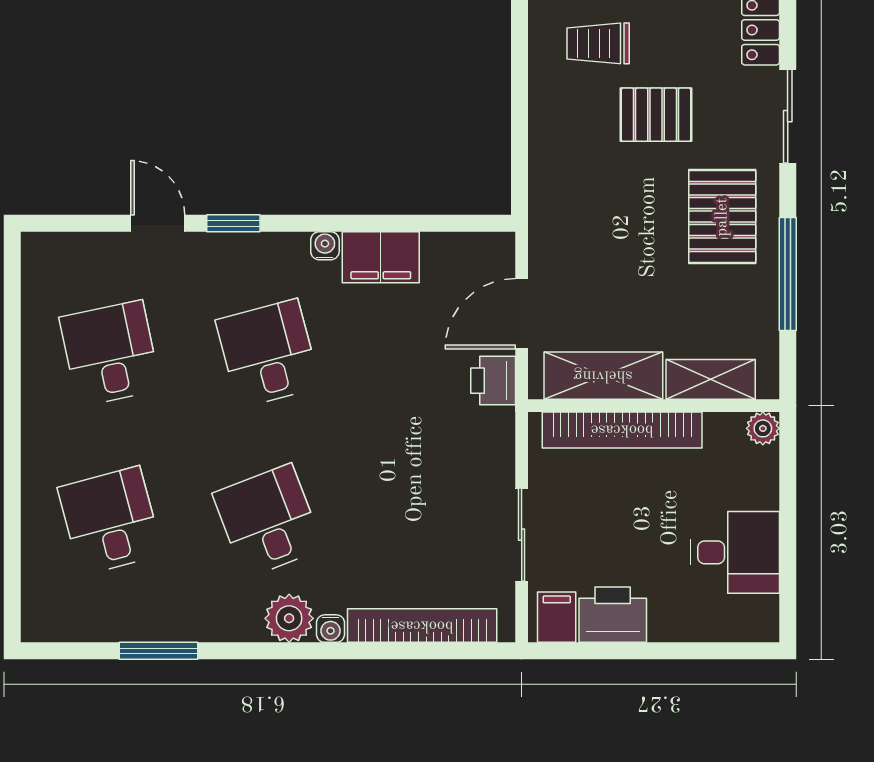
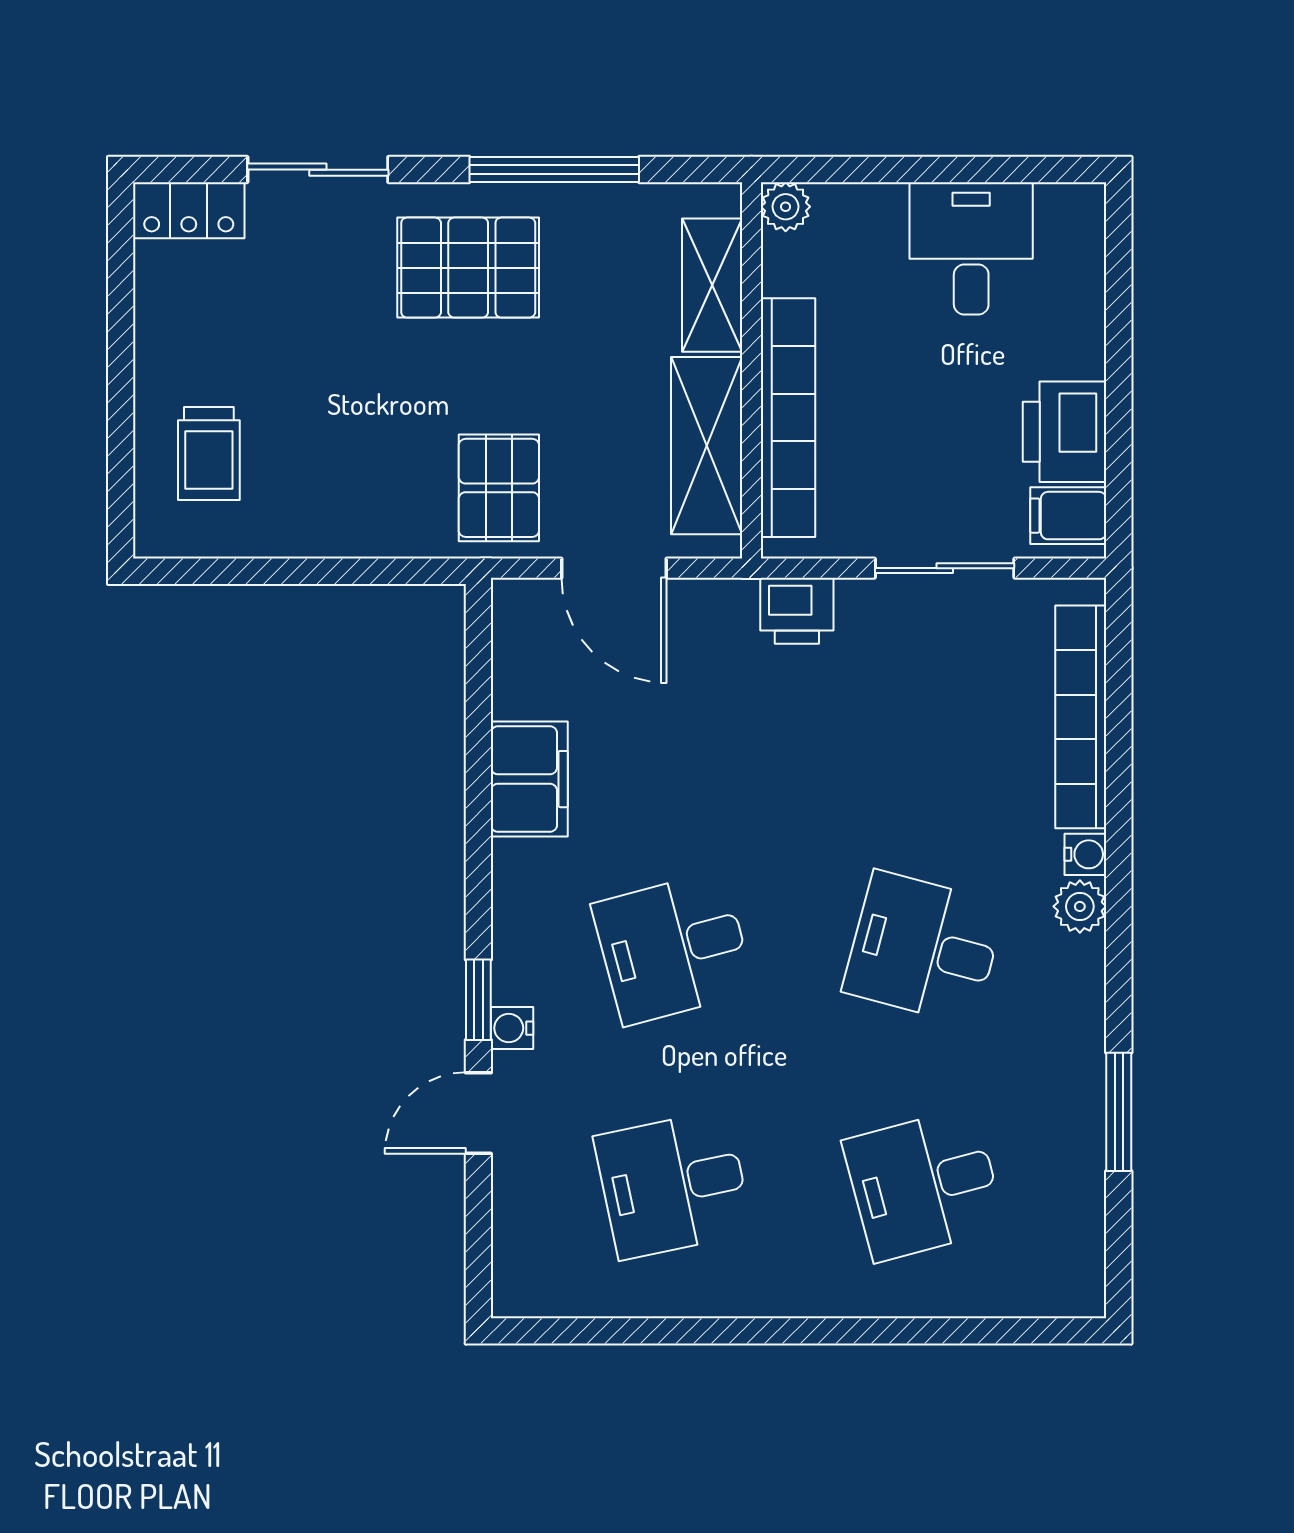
pallet: (656, 115) -> (499, 488), moved
water cooler: (325, 246) -> (512, 1028), moved
printer: (493, 381) -> (797, 611), moved
desk: (268, 521) -> (924, 948), turned 36
plant: (289, 618) -> (1080, 906), width x0.73, depth x0.73

